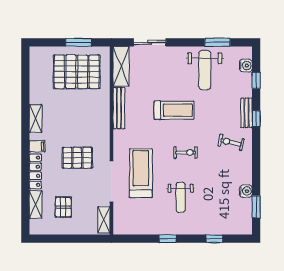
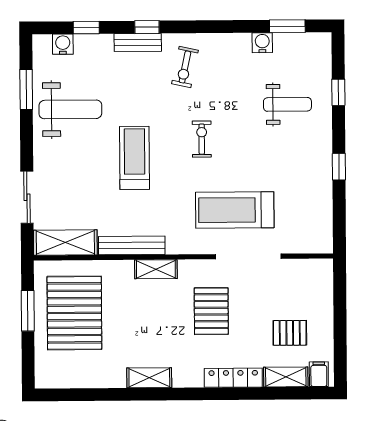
filing cabinet: (37, 146) -> (319, 374), moved
weight bench: (181, 197) -> (287, 104), moved
shelving: (104, 220) -> (156, 269), moved

